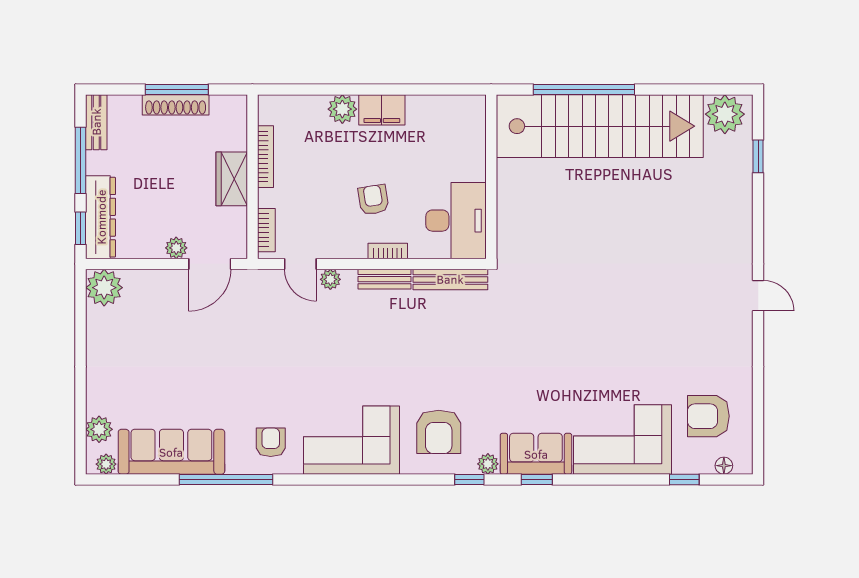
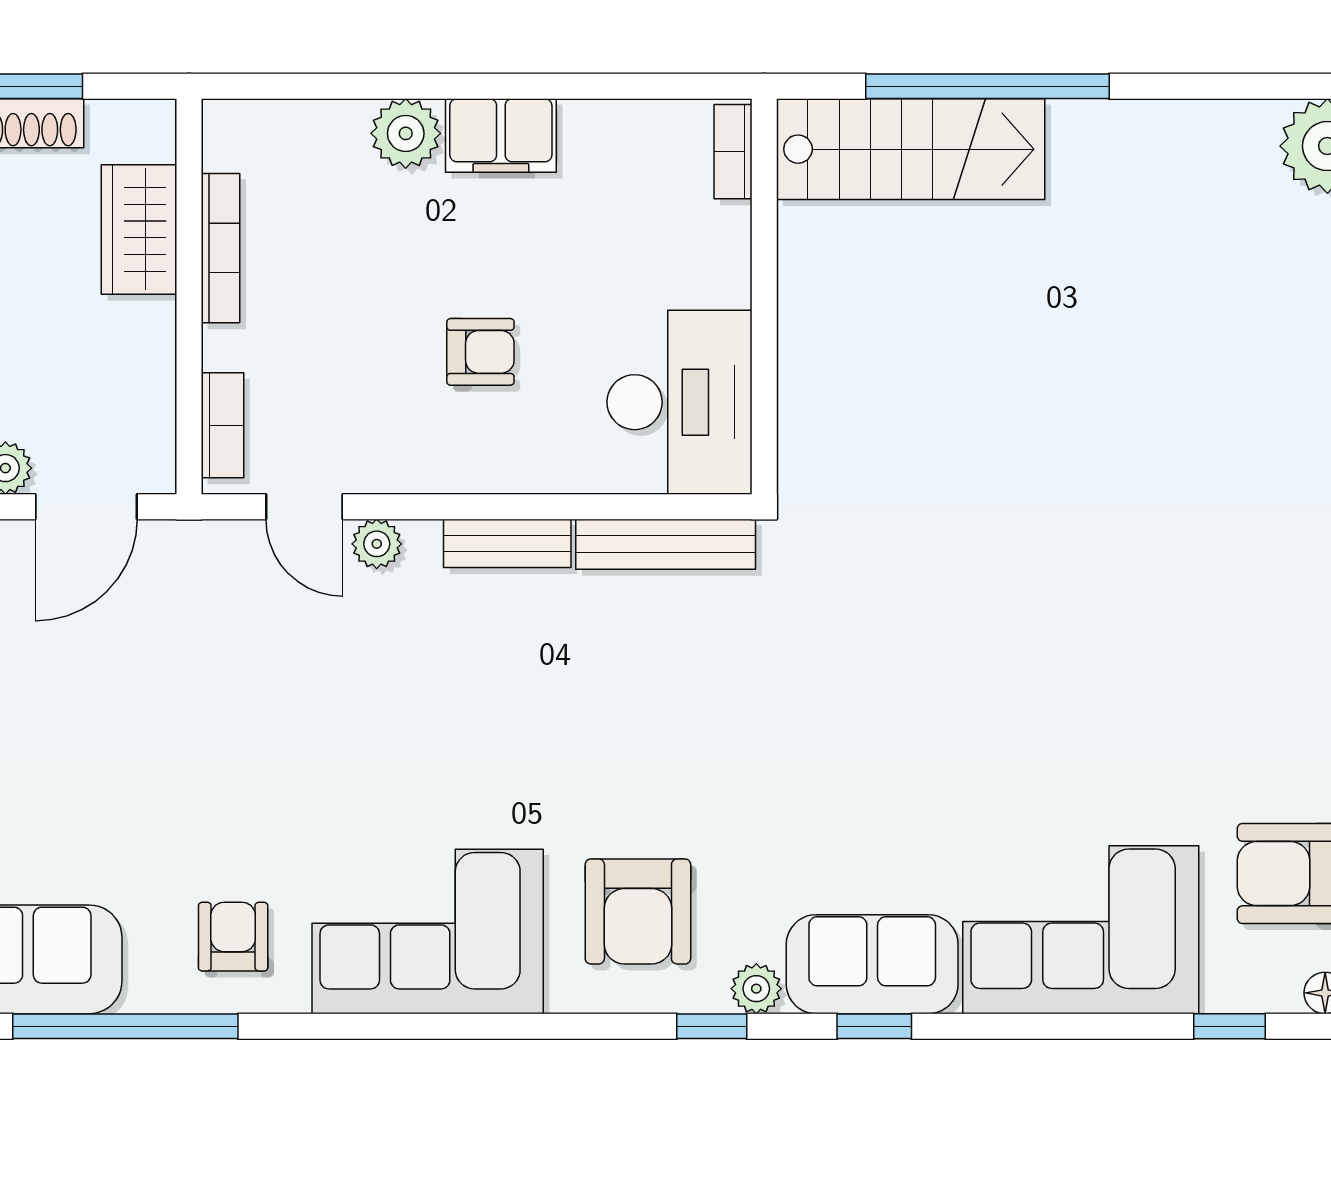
stairs: (600, 126) -> (911, 149), width x0.54, depth x0.66
wardrobe: (232, 179) -> (139, 229), moved
armchair: (373, 200) -> (480, 352), turned 99
bookcase: (388, 251) -> (733, 152), moved, turned -90

